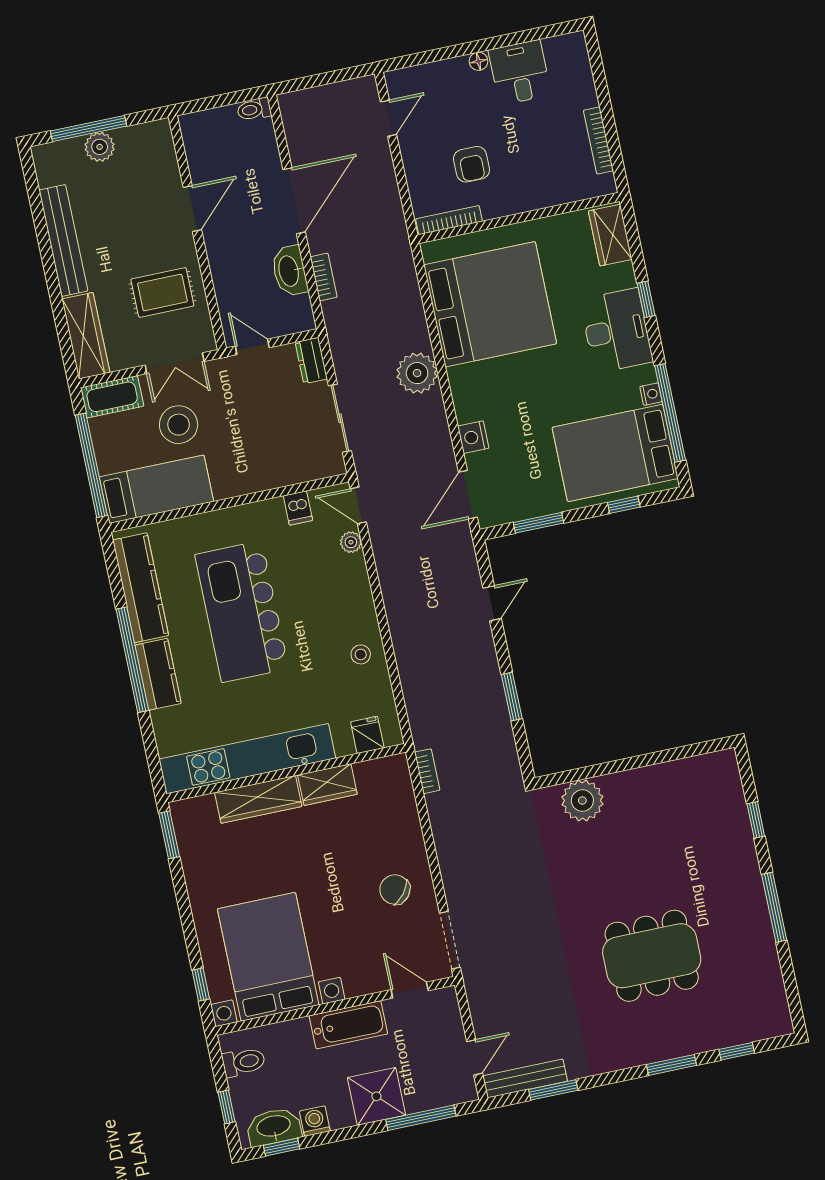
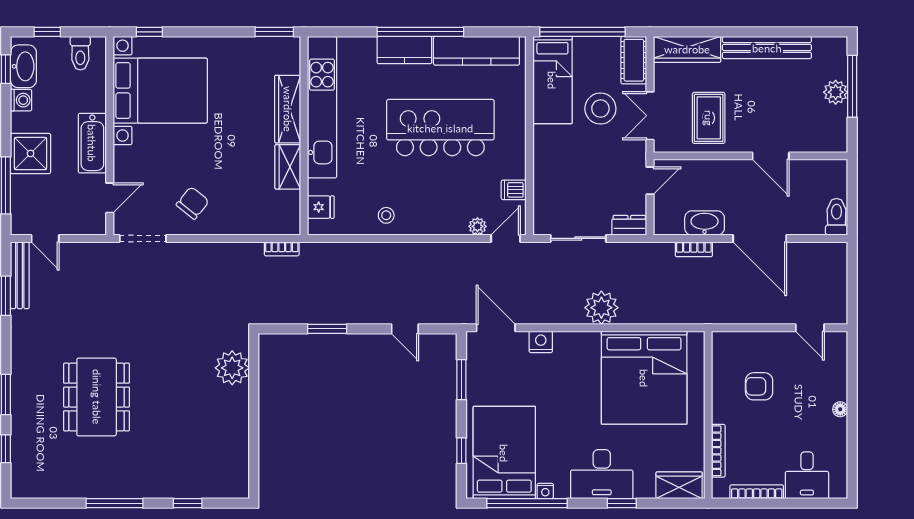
desk: (520, 72) -> (807, 475), moved, turned 90
toilet: (254, 109) -> (837, 217), width x1.37, depth x1.39
bookcase: (449, 220) -> (718, 451), moved

